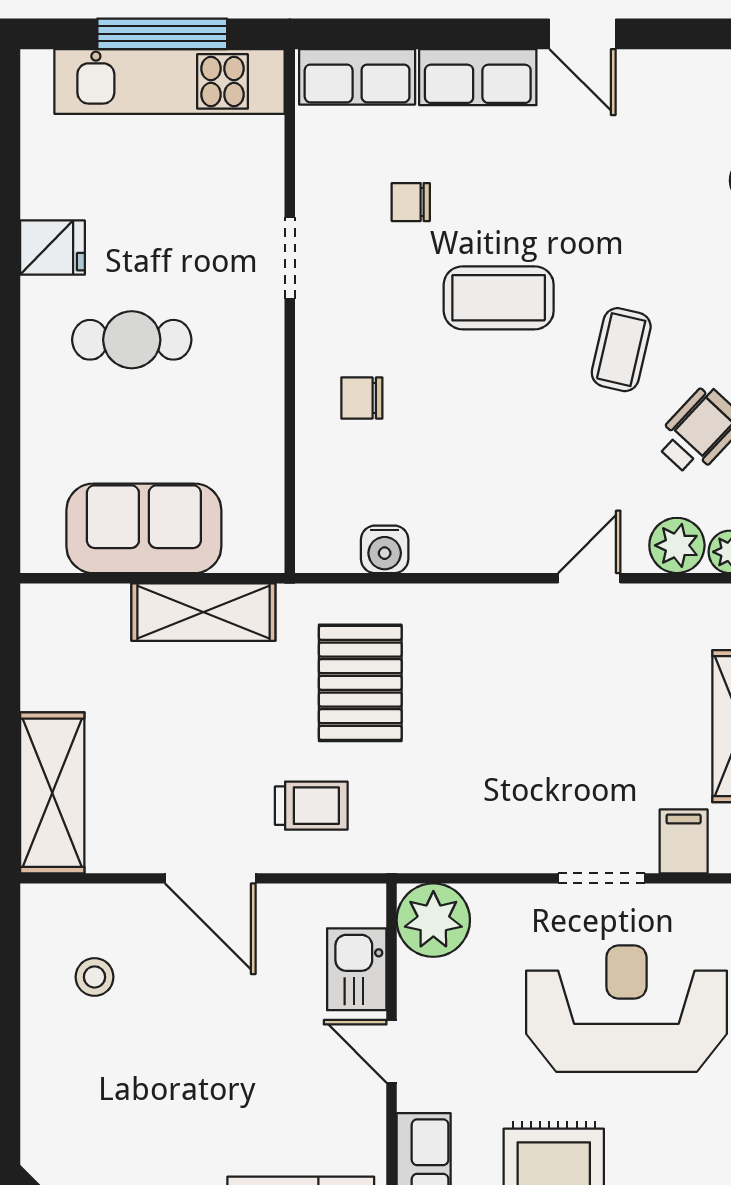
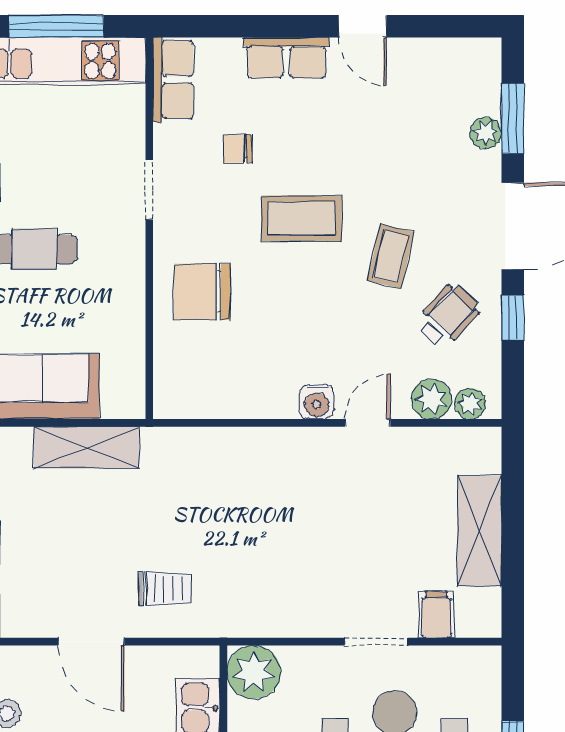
row of seats: (357, 77) -> (173, 80), moved, turned -90
chair: (362, 398) -> (202, 292), width x1.87, depth x1.87
water cooler: (385, 549) -> (317, 402), moved
pallet: (360, 683) -> (201, 499), removed

